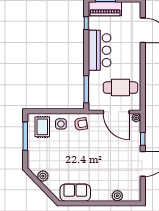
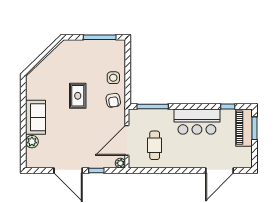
cafe table: (120, 88) -> (155, 145), width x0.73, depth x0.74
rug: (42, 127) -> (78, 96), moved, turned 90
plant: (43, 176) -> (54, 57), removed
sofa: (75, 193) -> (35, 117), moved

